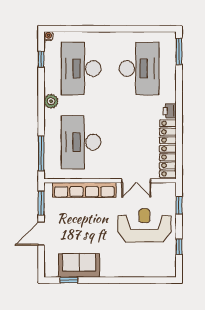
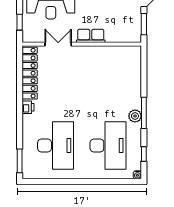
desk: (139, 68) -> (56, 145), turned 180
desk: (81, 142) -> (108, 79), removed
window: (41, 153) -> (144, 113), moved
row of seats: (84, 190) -> (91, 36), width x0.50

